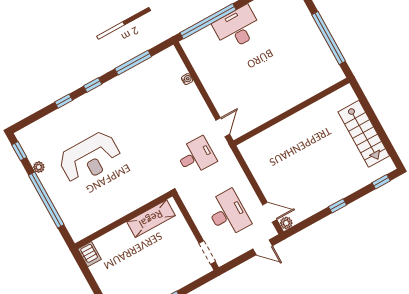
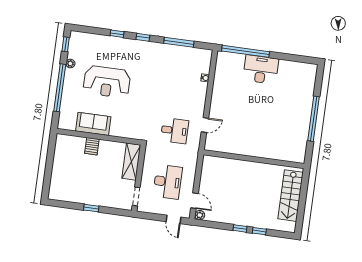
wall: (291, 112) -> (254, 159), moved
window: (381, 182) -> (259, 231), moved
sofa: (108, 211) -> (93, 124), added
shelving: (151, 219) -> (131, 162), moved, turned 90
server rack: (89, 254) -> (92, 146), moved

